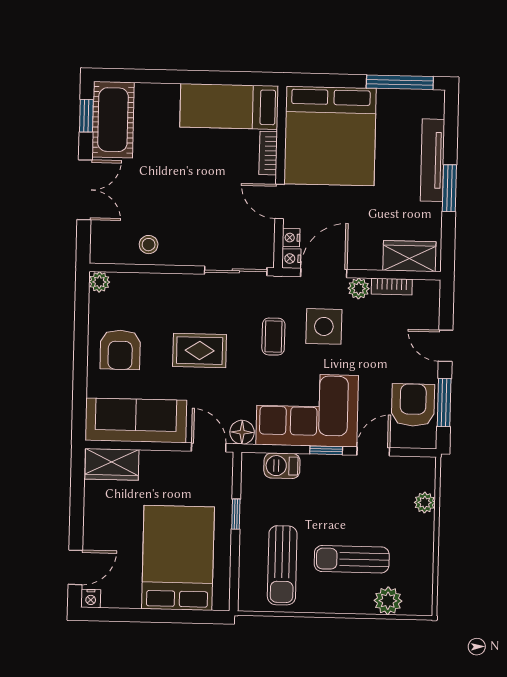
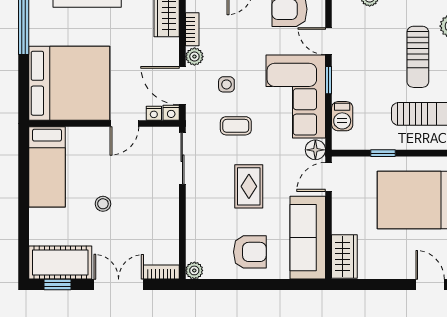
bookcase: (268, 153) -> (161, 272), moved, turned 180
stool: (149, 245) -> (103, 204), moved
side table: (324, 326) -> (226, 84), width x0.54, depth x0.54

